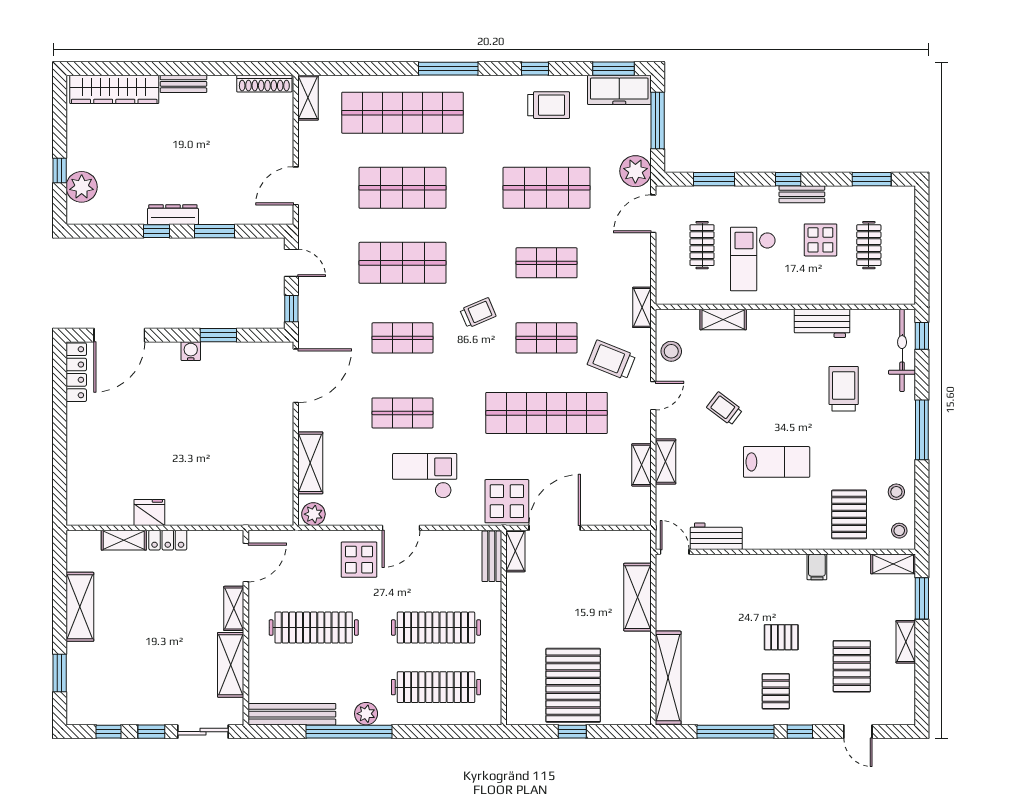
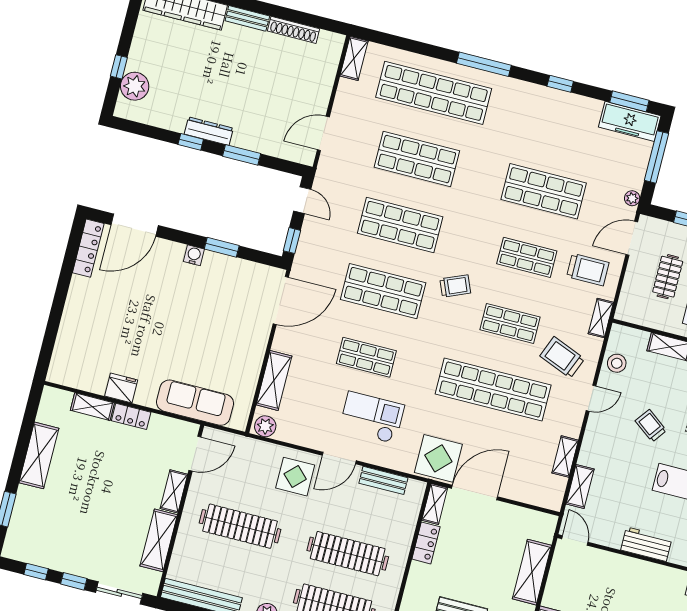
shoe rack: (264, 84) -> (294, 30), moved
trolley: (549, 105) -> (588, 270), moved
plant: (635, 171) -> (632, 198), width x0.53, depth x0.53
shop shelf: (403, 338) -> (383, 291), width x1.43, depth x1.36
shelving: (666, 462) -> (580, 486), moved
sofa: (232, 508) -> (195, 403), added
workbench: (716, 536) -> (646, 544), moved
bench: (492, 556) -> (383, 480), moved, turned 90
locker: (517, 595) -> (426, 543), added

